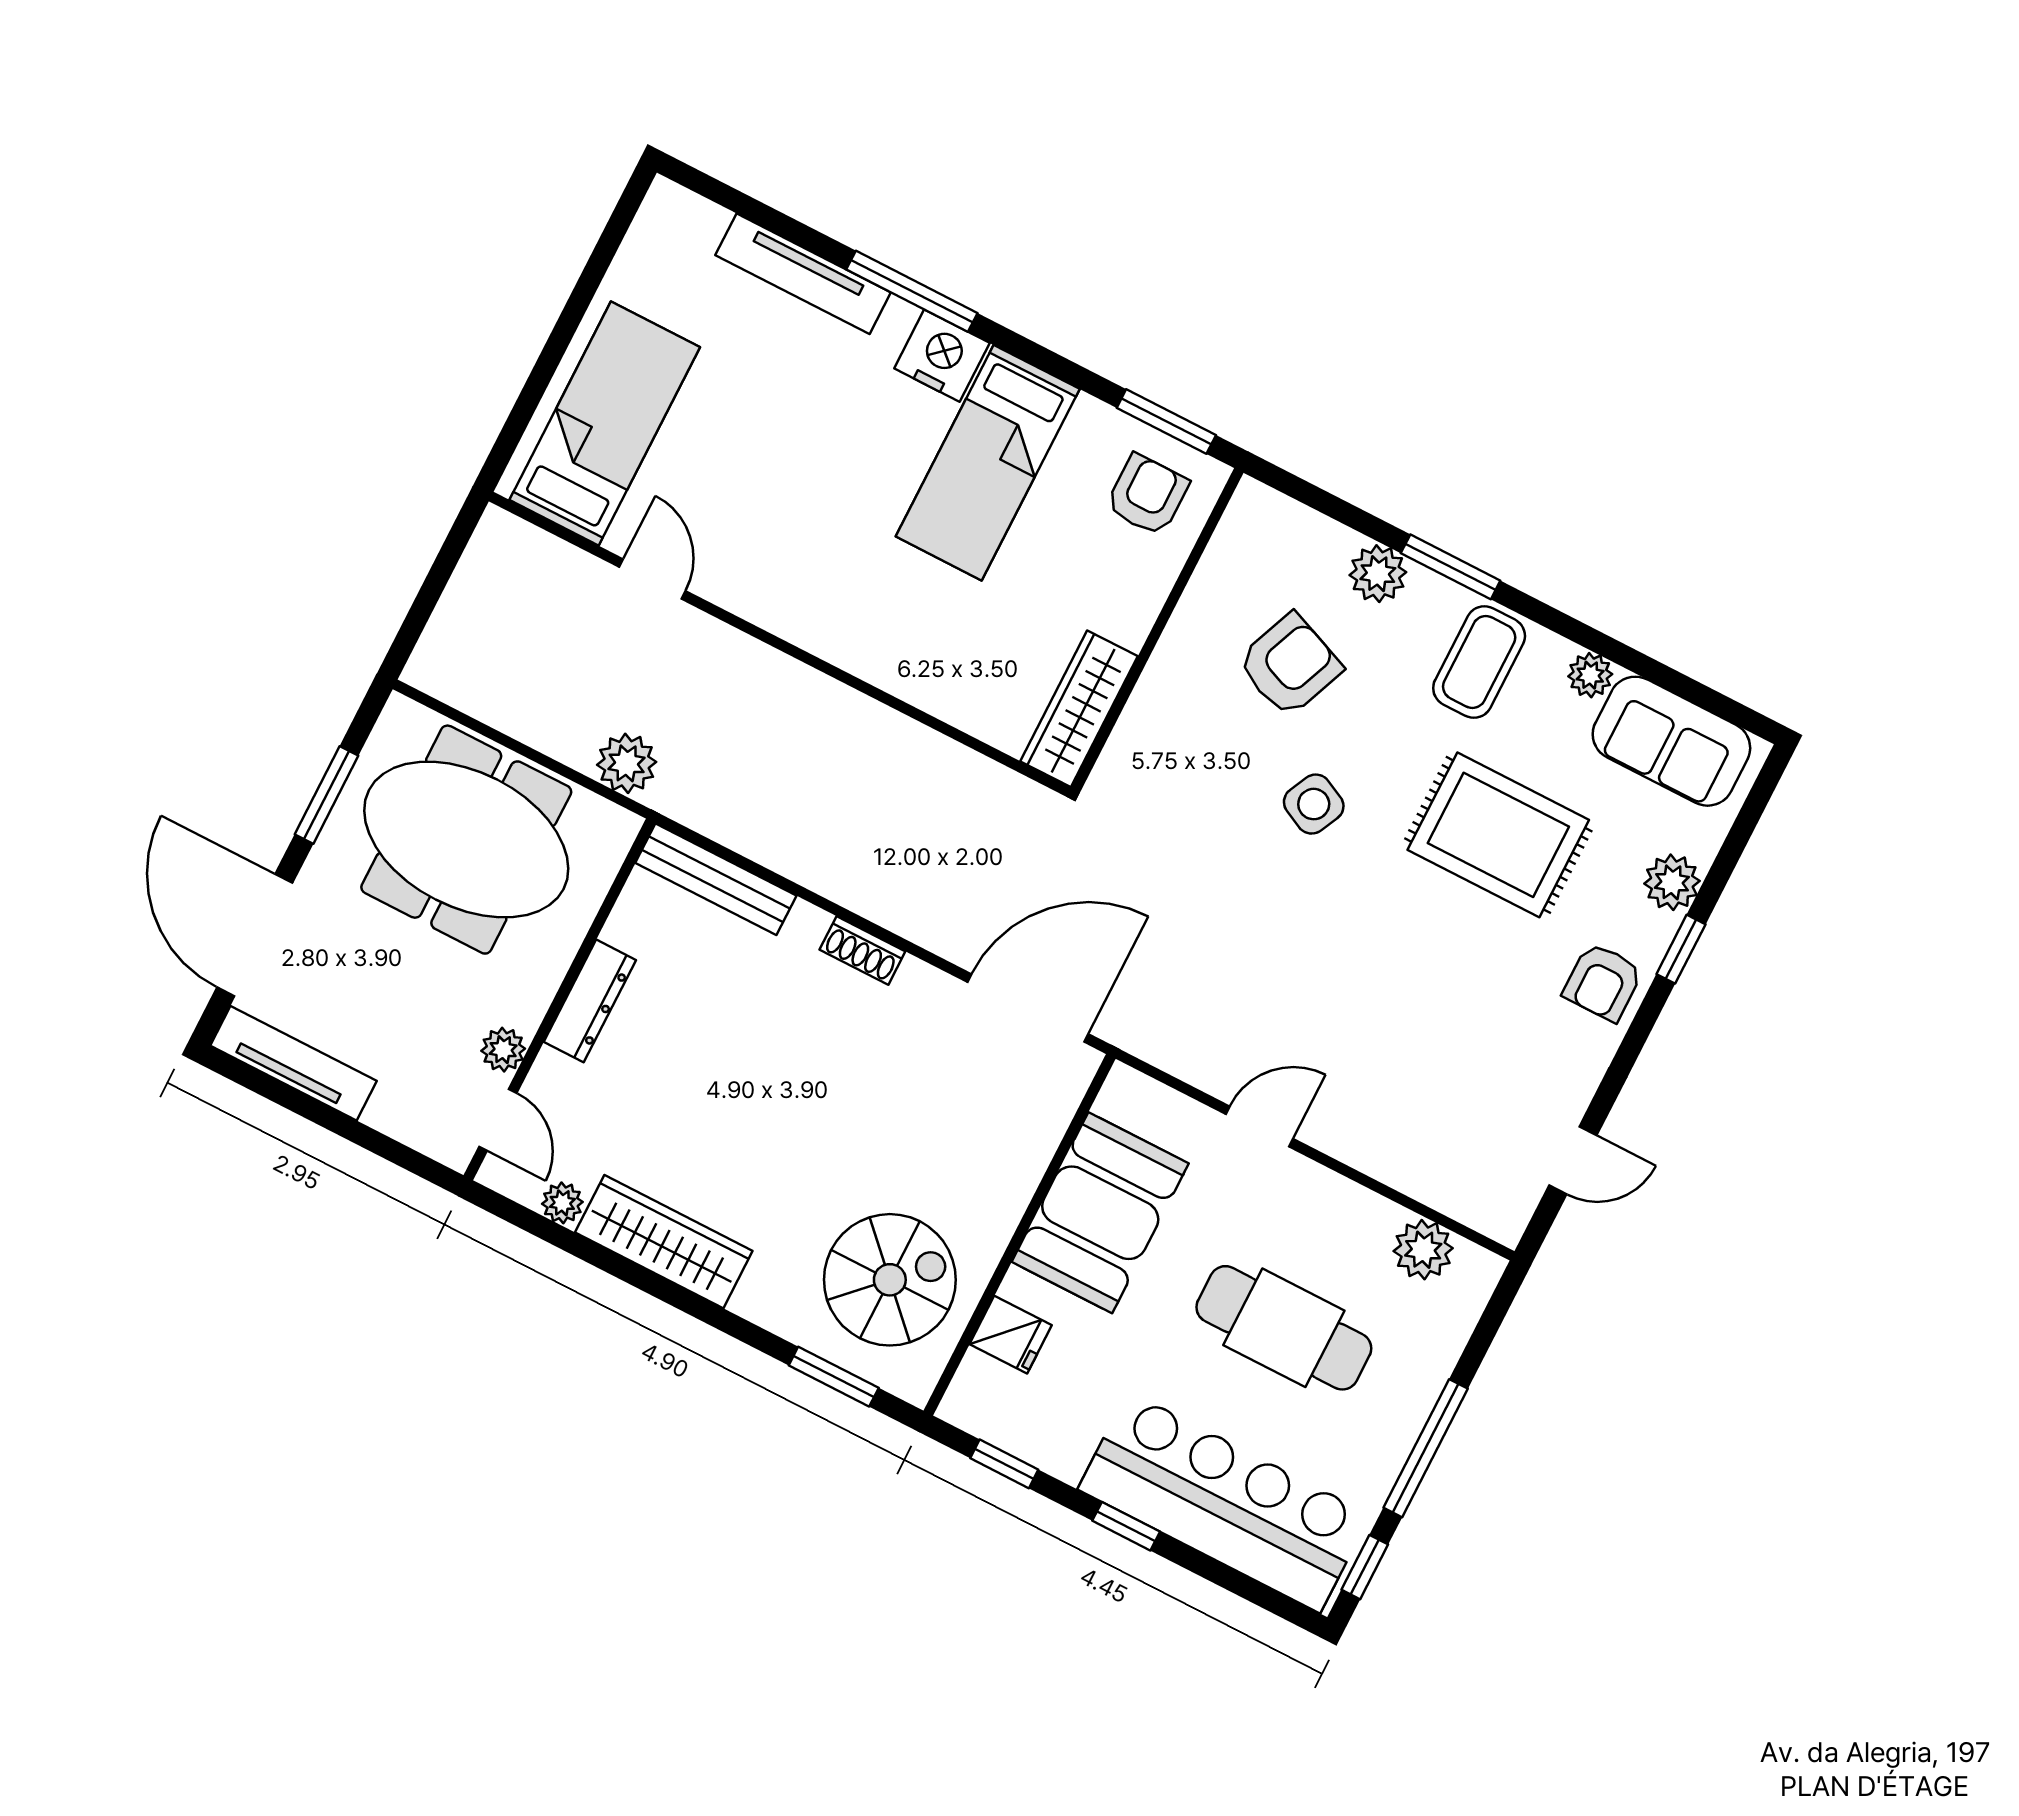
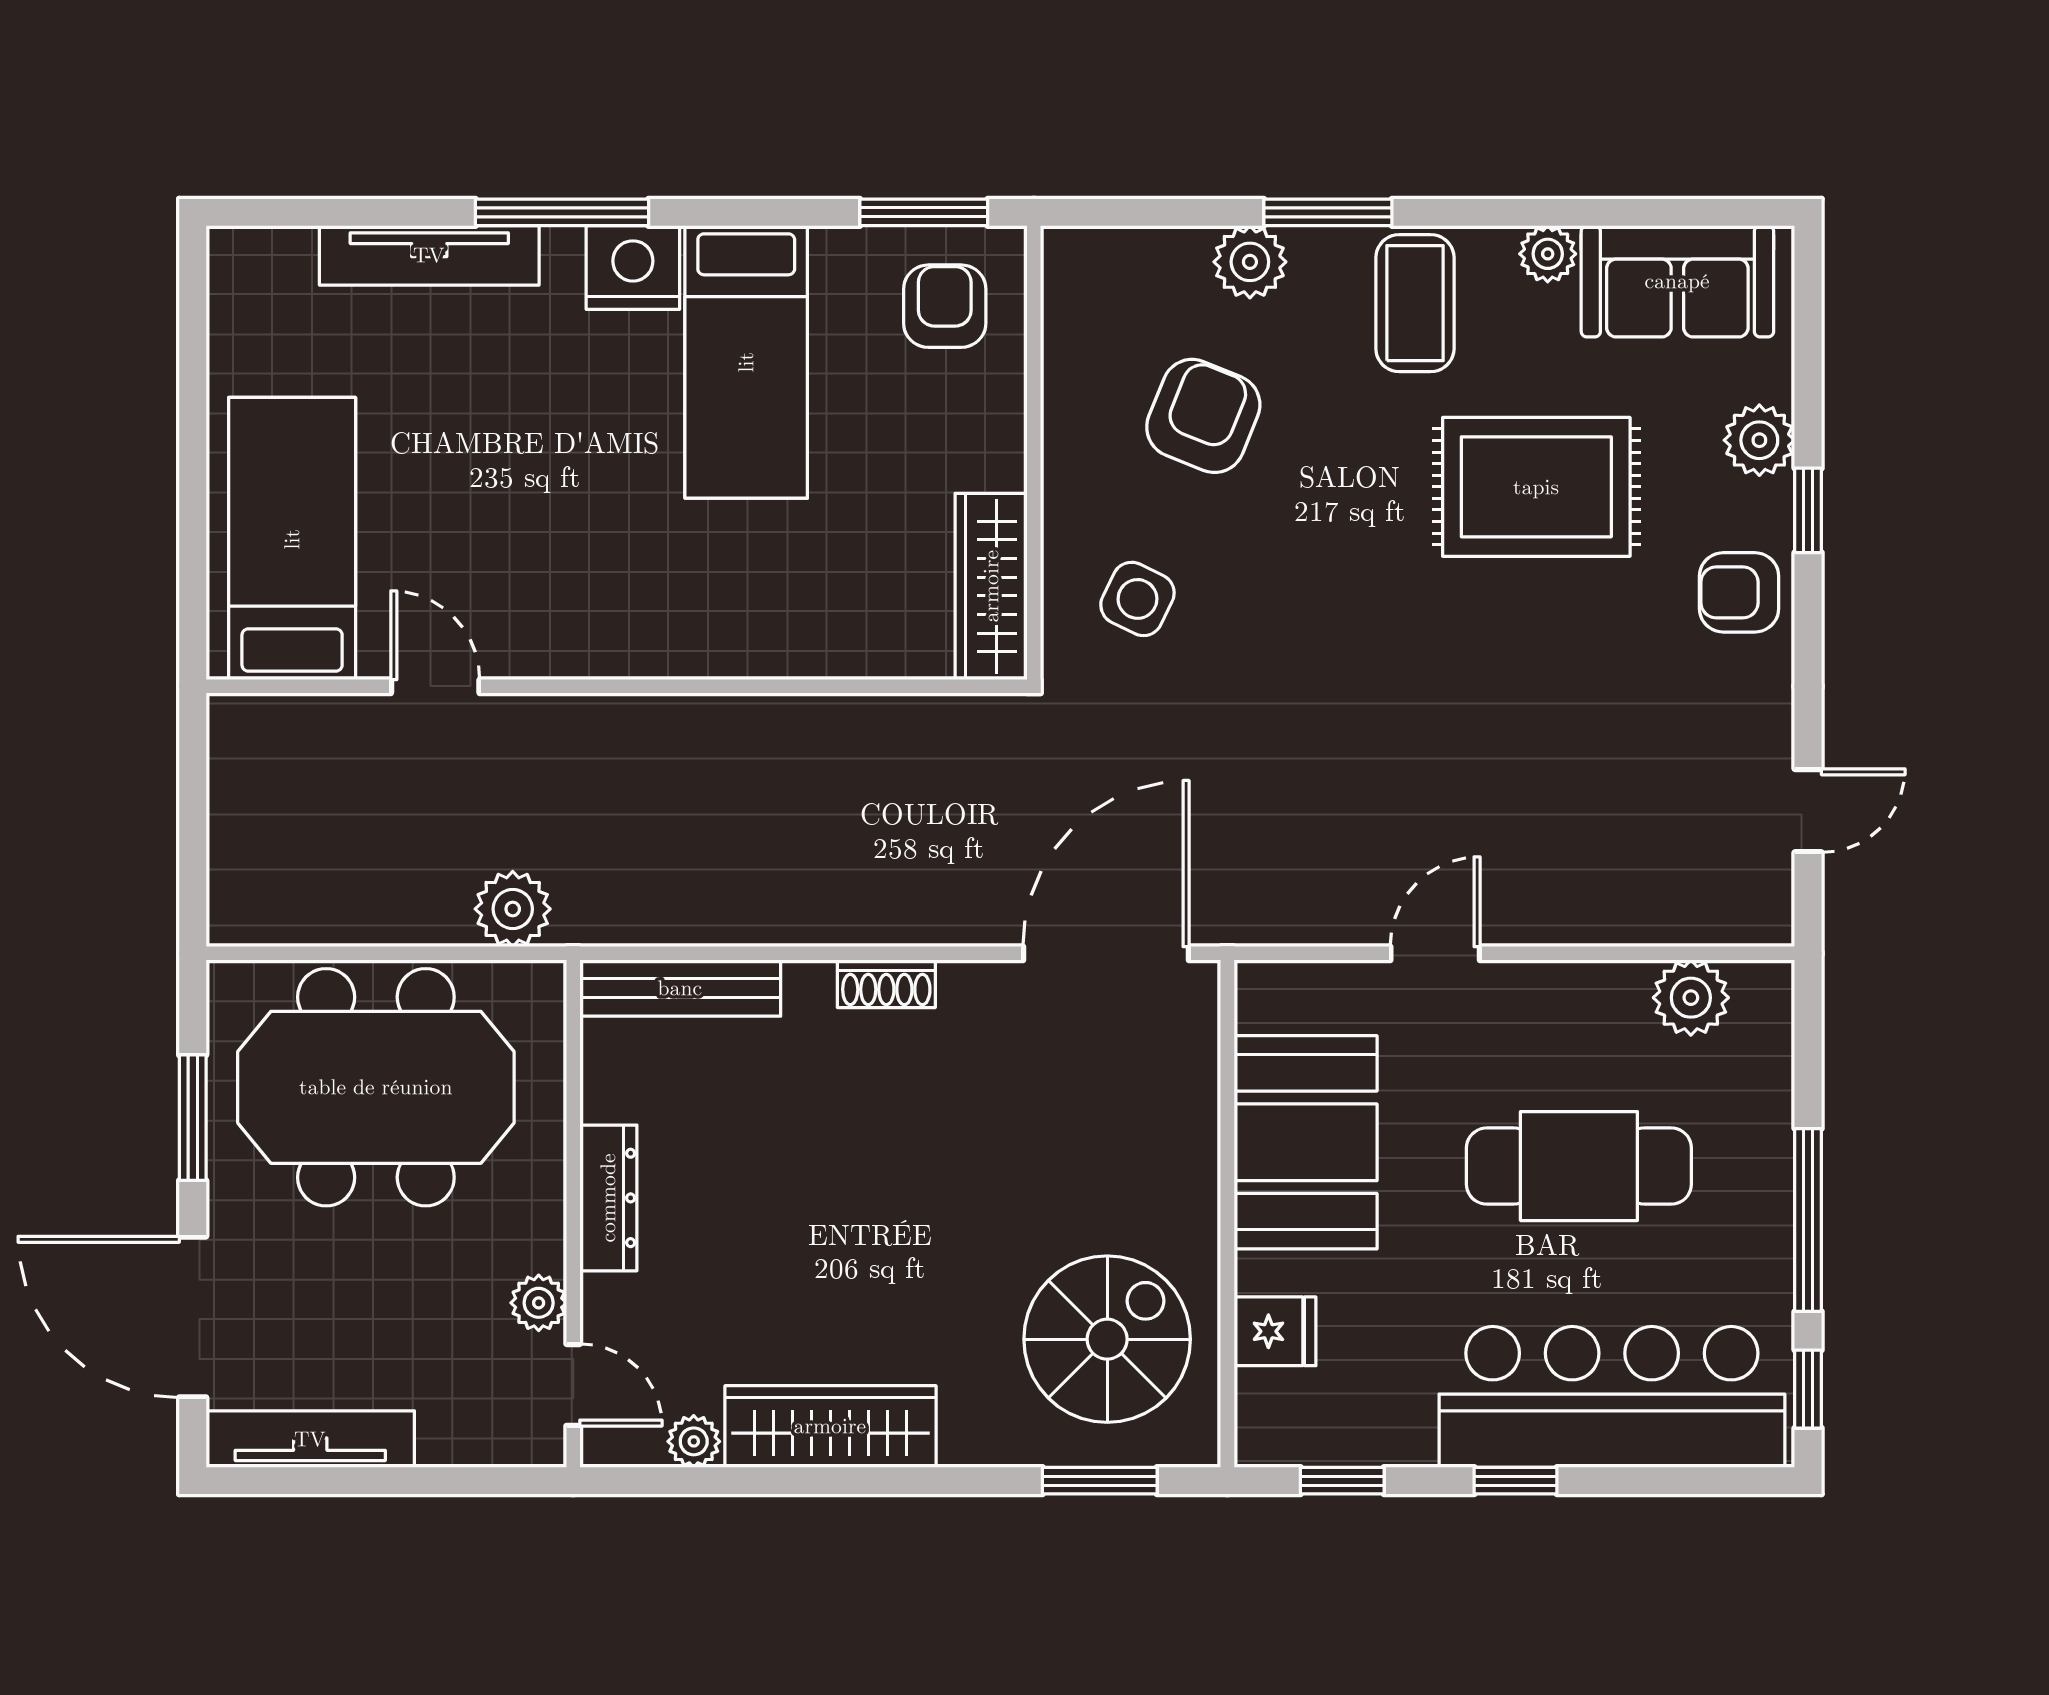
side table: (1314, 804) -> (1137, 599), moved
armchair: (1603, 982) -> (1739, 592), turned 90

